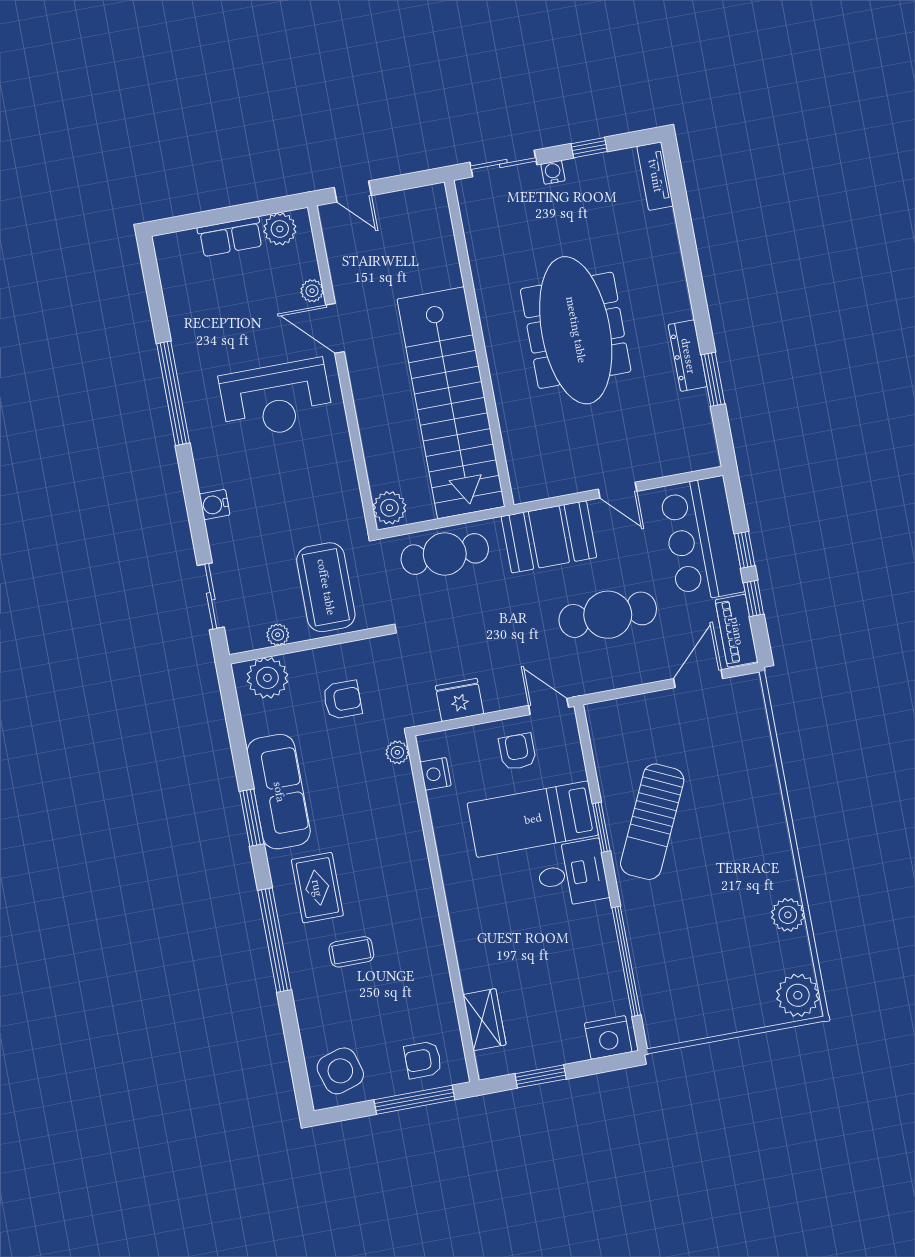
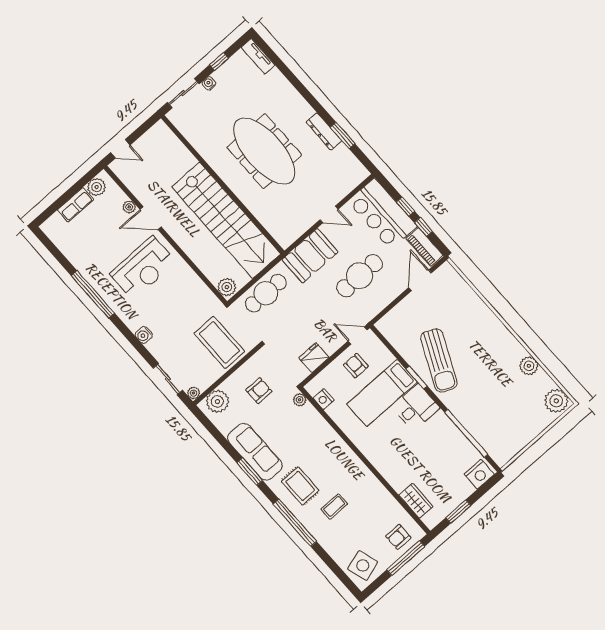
plant: (278, 635) -> (194, 393), moved

